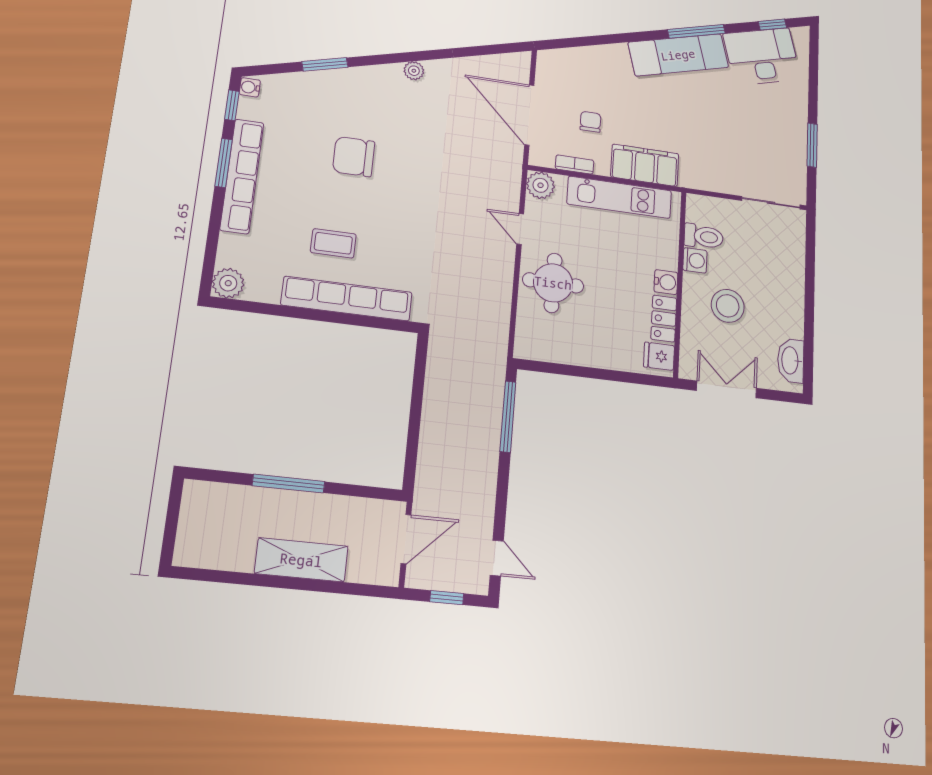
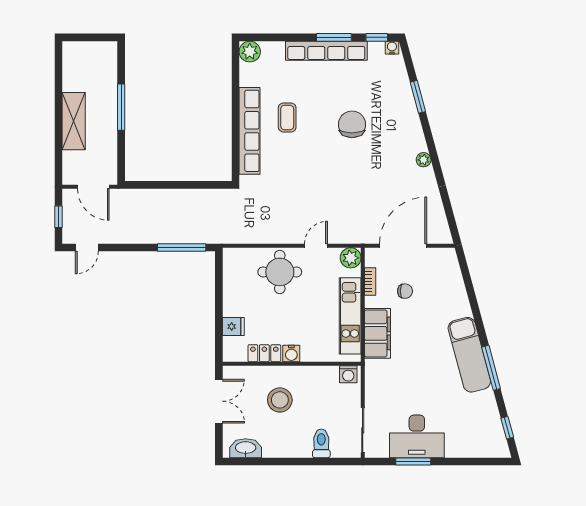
desk: (762, 56) -> (417, 436), moved, turned 105
toilet: (704, 237) -> (321, 443), moved, turned 180
washing machine: (695, 260) -> (348, 374), moved
fridge: (659, 356) -> (233, 326), moved, turned 90

